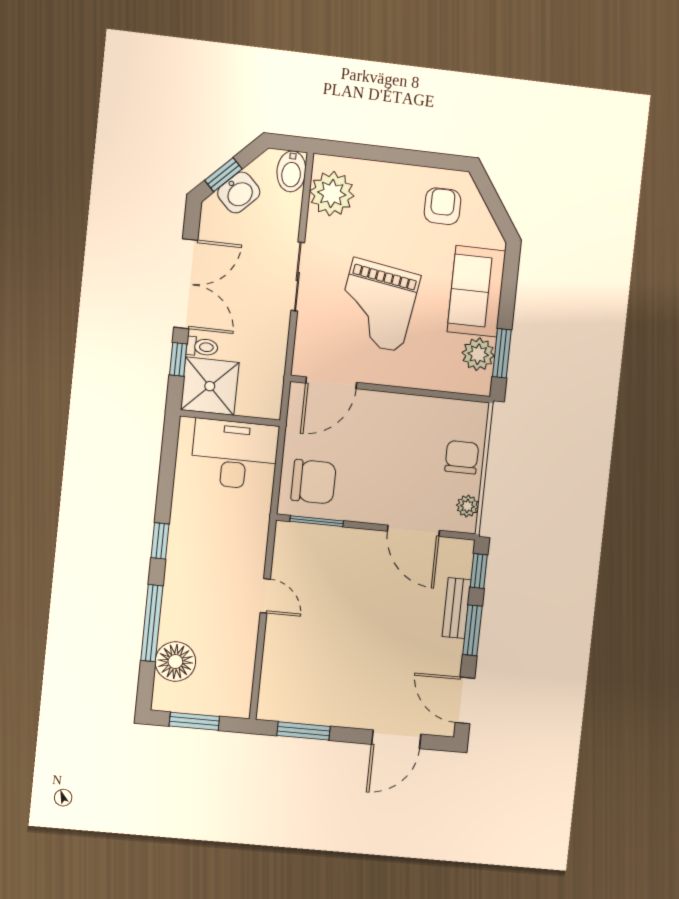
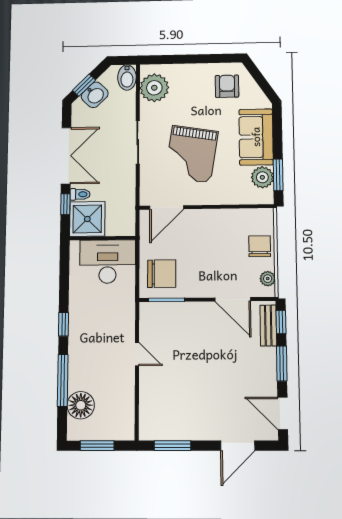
bench: (456, 608) -> (268, 325), moved

